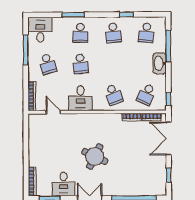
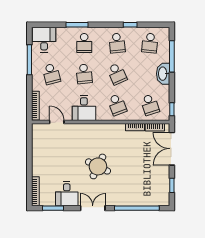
school desk: (113, 64) -> (117, 74), added
school desk: (146, 94) -> (150, 105), turned -42

